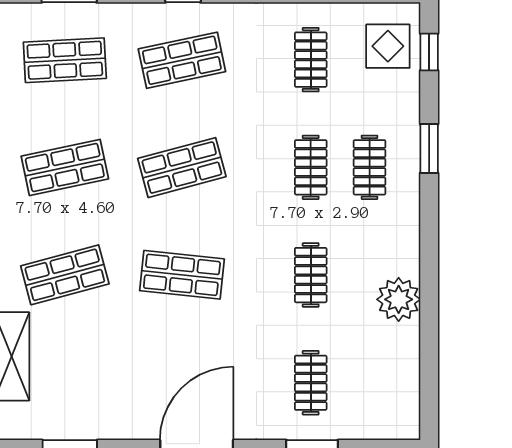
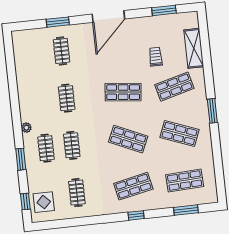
shop shelf: (65, 168) -> (179, 134), turned 33
shop shelf: (182, 168) -> (128, 139), turned 39
plant: (399, 299) -> (26, 128), moved, width x0.53, depth x0.53
trolley: (100, 347) -> (156, 57), added

